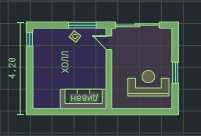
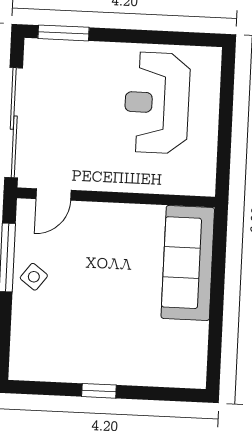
window: (30, 39) -> (99, 391), moved
window: (175, 73) -> (63, 33), moved

